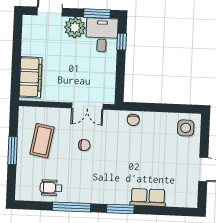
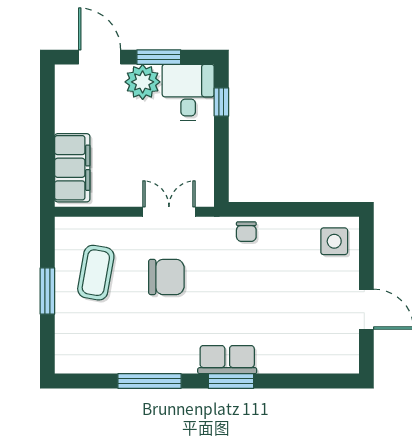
window: (97, 14) -> (159, 57), moved
double door: (87, 106) -> (169, 212), swing flipped
chair: (84, 145) -> (166, 277), width x1.87, depth x1.87
wheelchair: (51, 188) -> (114, 350), removed
row of seats: (148, 197) -> (227, 360), moved

